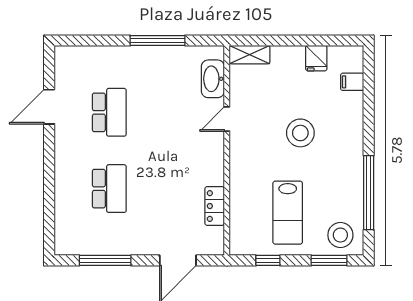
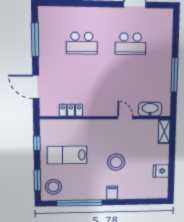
filing cabinet: (352, 82) -> (112, 193), moved

